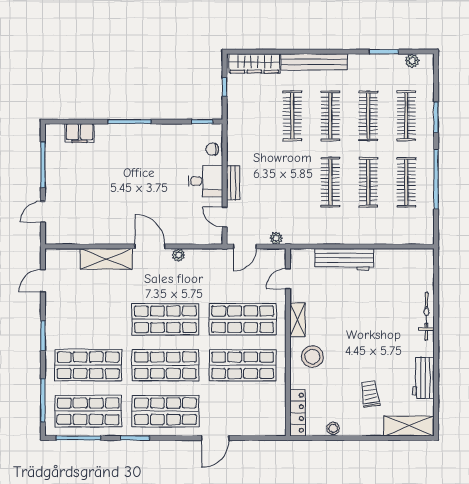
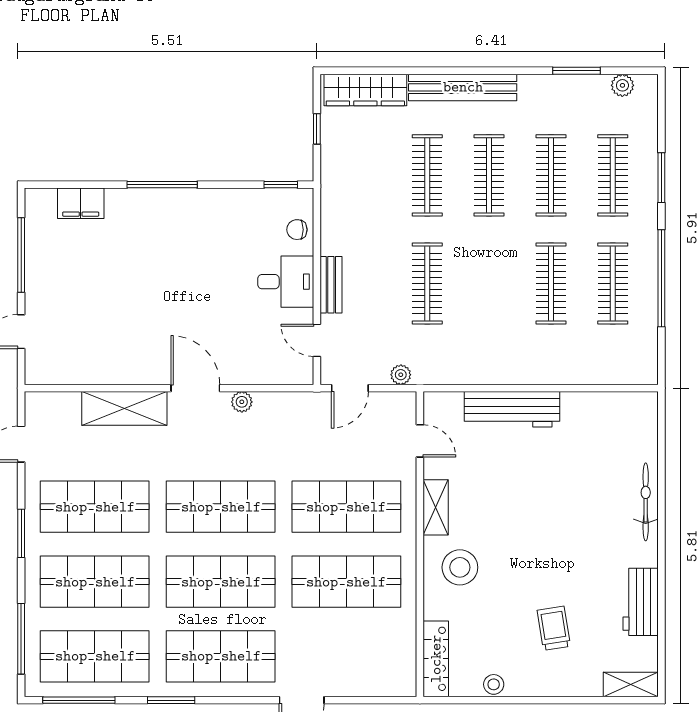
clothes rail: (330, 182) -> (427, 283), moved
door: (288, 279) -> (420, 441), swing flipped
shop shelf: (88, 319) -> (95, 507), added
shelving: (409, 426) -> (631, 685), width x0.67, depth x0.75

